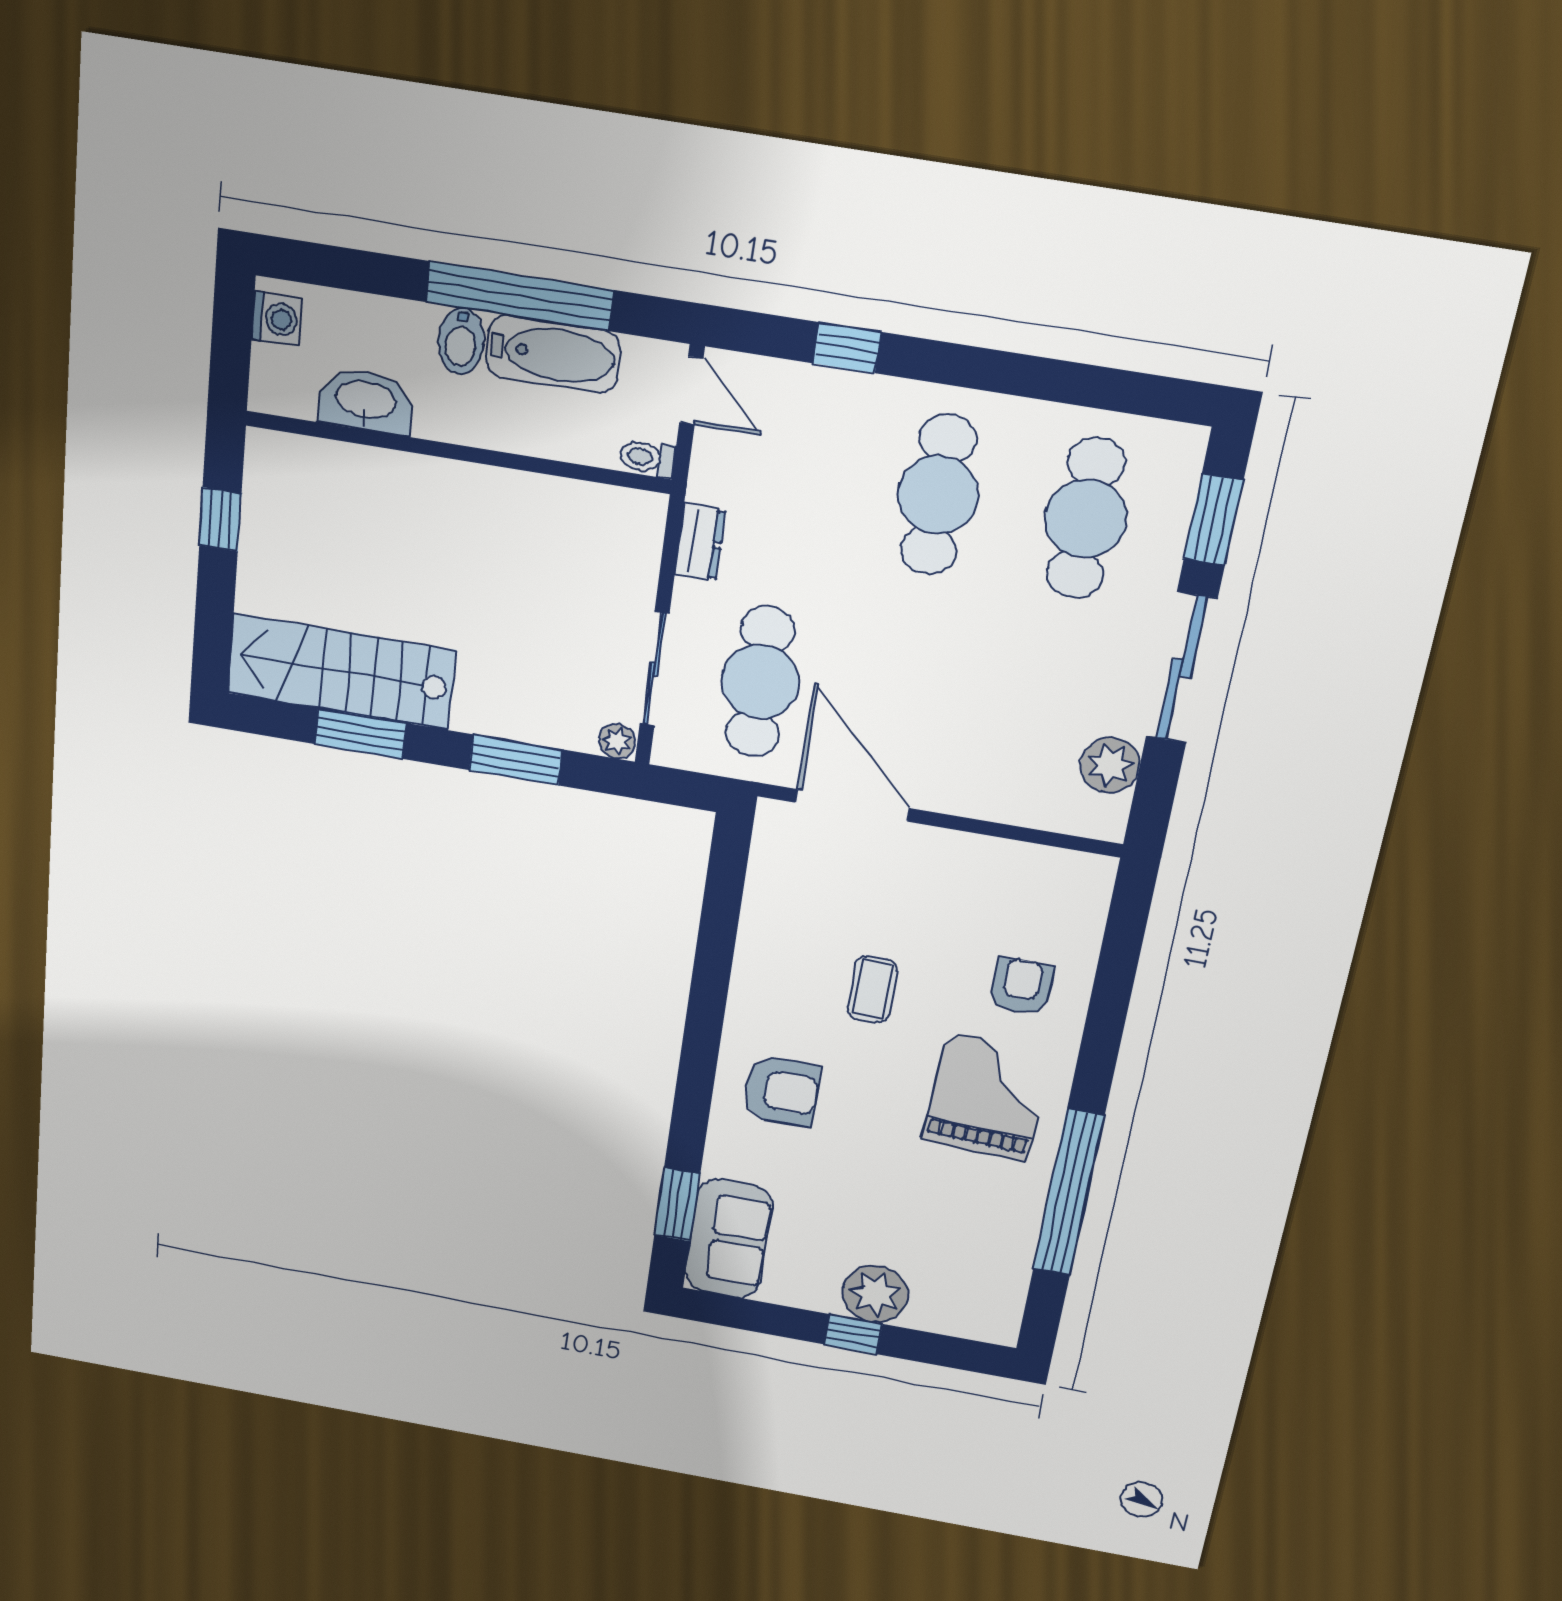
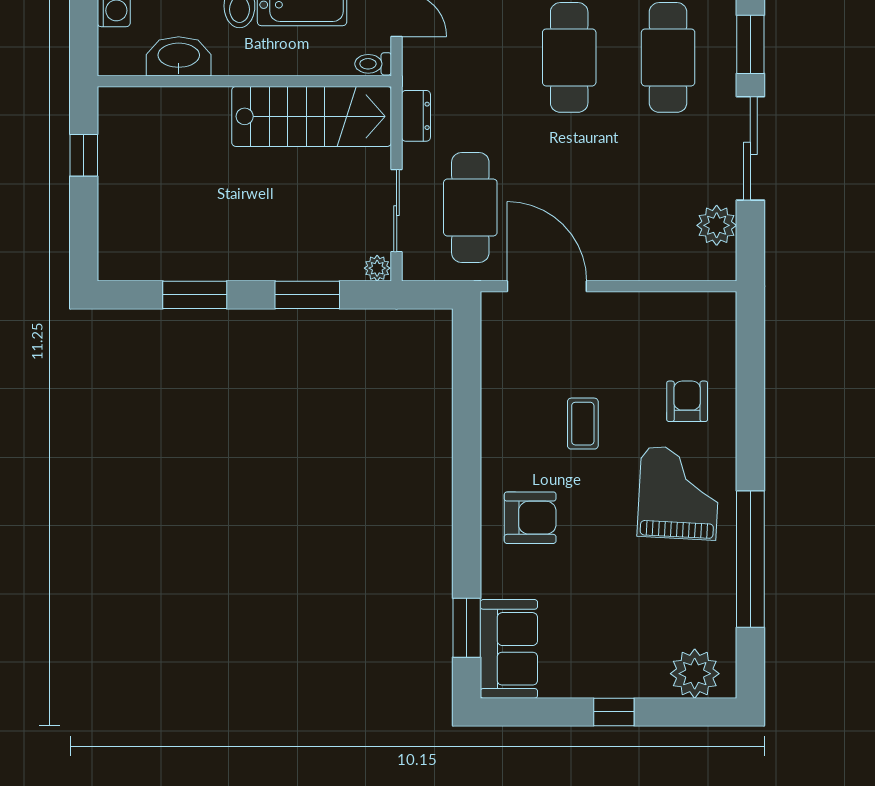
stairs: (341, 672) -> (312, 116), moved, turned 180
plant: (875, 1294) -> (695, 674), moved

